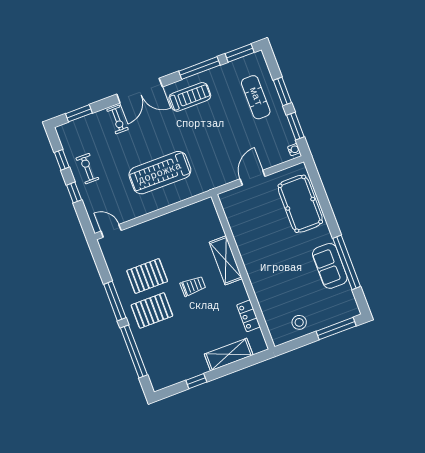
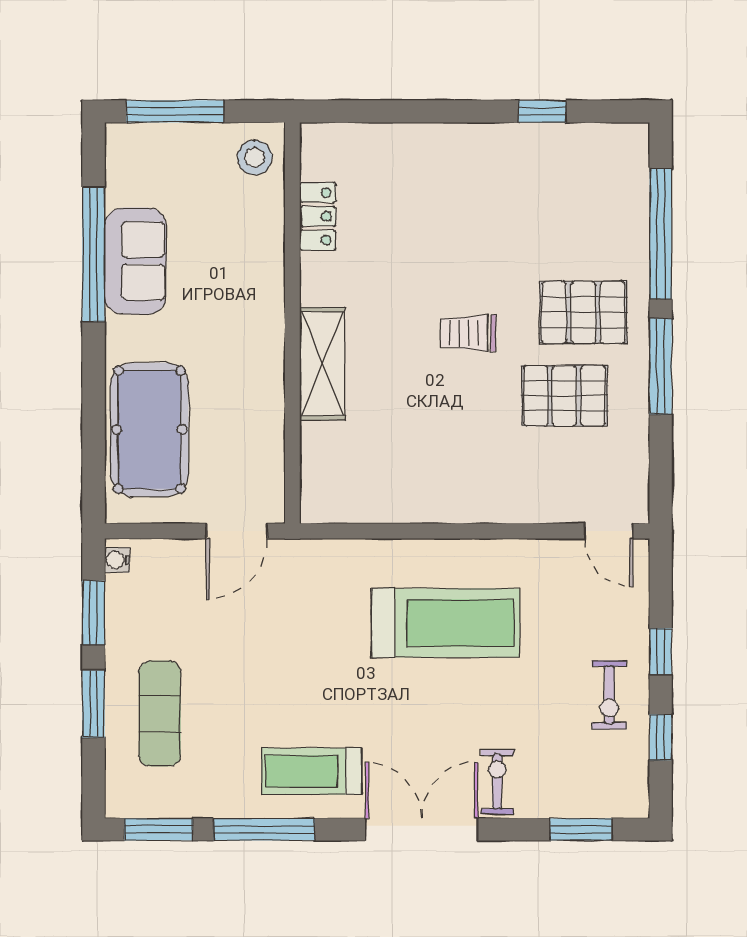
shelving: (226, 260) -> (322, 364), moved
wall: (243, 272) -> (292, 323), moved
locker: (249, 316) -> (318, 216), moved
shelving: (229, 354) -> (445, 145), removed

